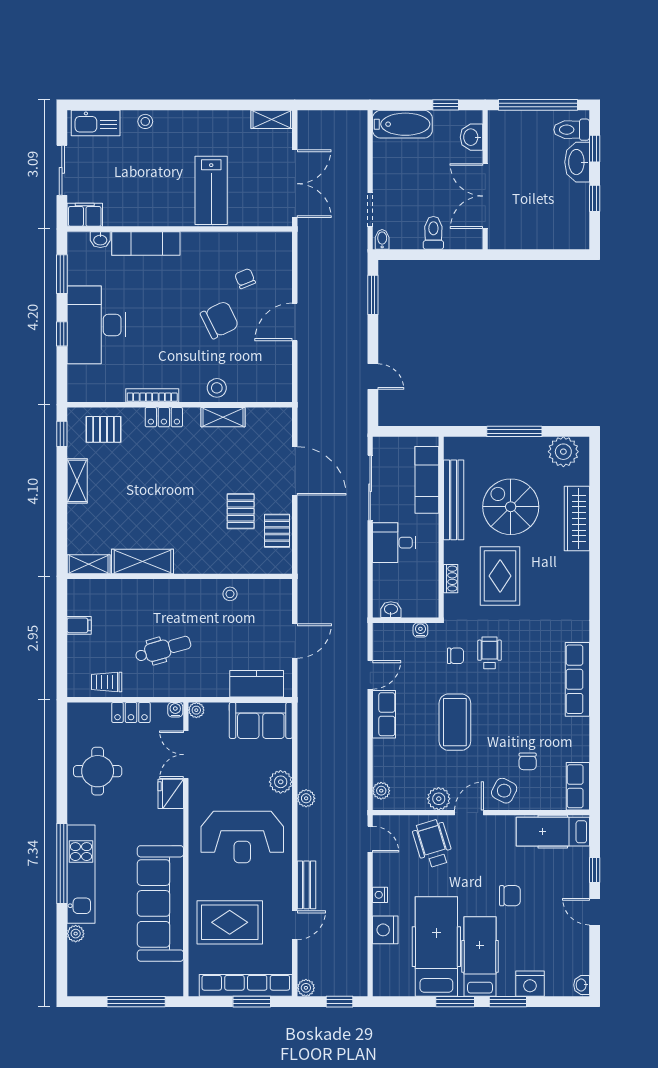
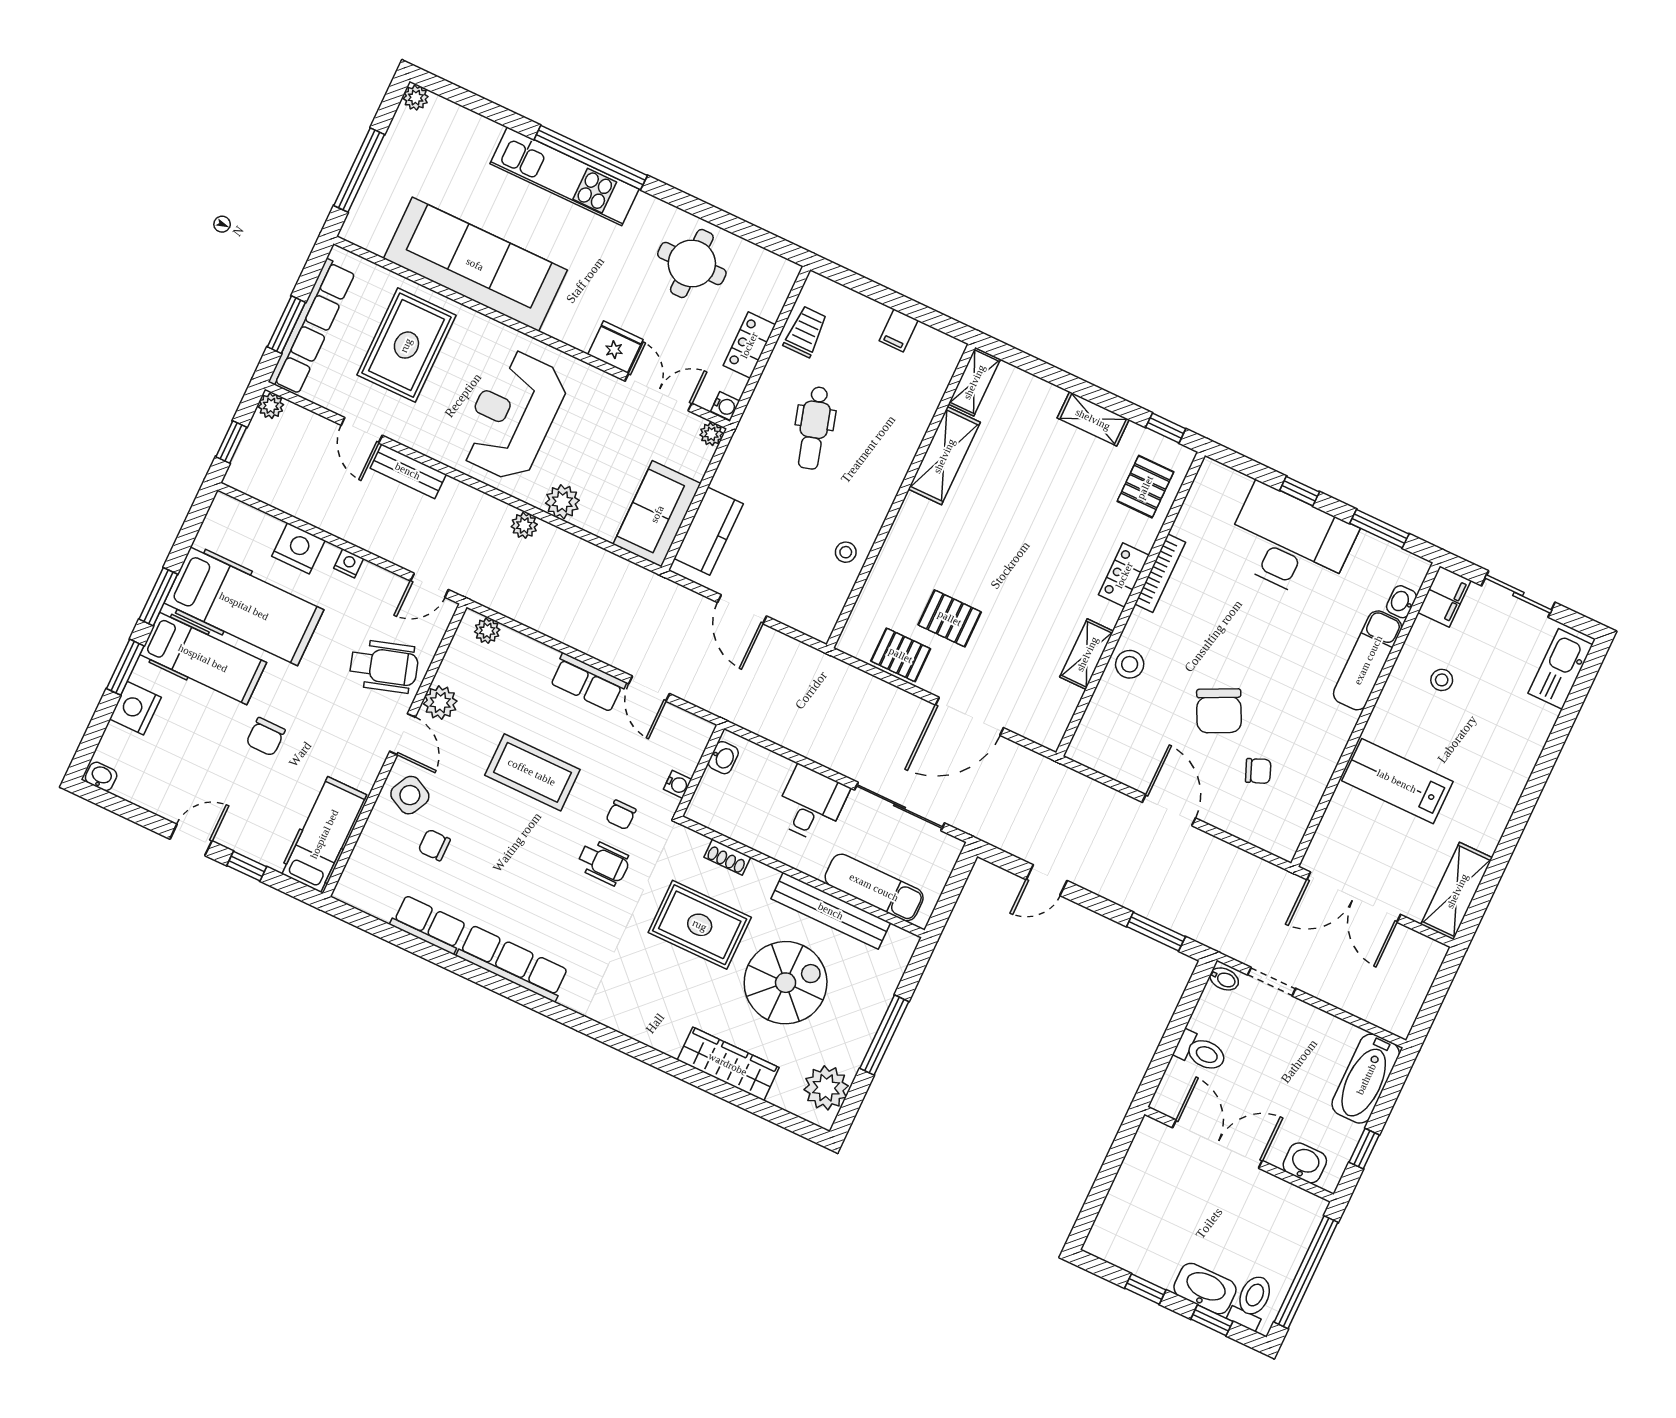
shelving: (272, 119) -> (1457, 891), width x1.50, depth x1.33
stool: (145, 121) -> (1442, 680), moved
row of seats: (578, 786) -> (429, 924), moved
plant: (76, 934) -> (416, 98), moved

